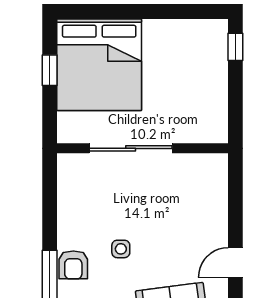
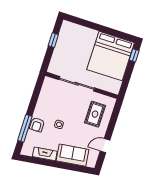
bed: (99, 65) -> (111, 56), moved
rug: (192, 201) -> (95, 114), added

